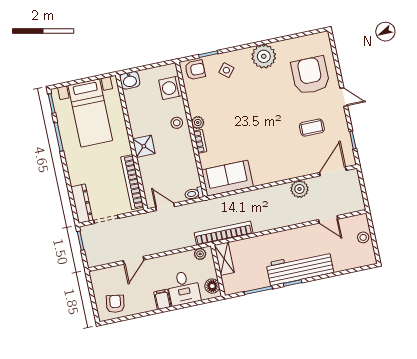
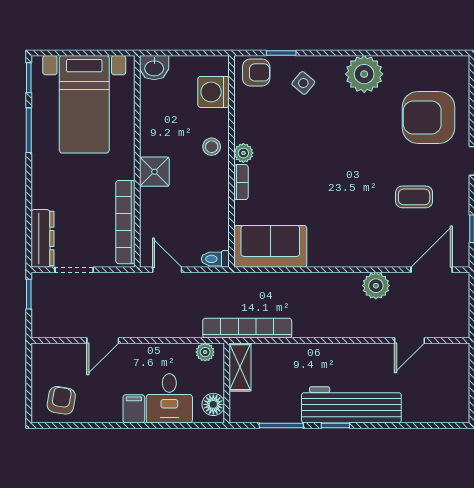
armchair: (310, 75) -> (428, 117), turned -90
door: (328, 219) -> (410, 341), hinge flipped
stool: (363, 237) -> (457, 379), removed

